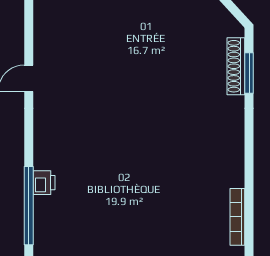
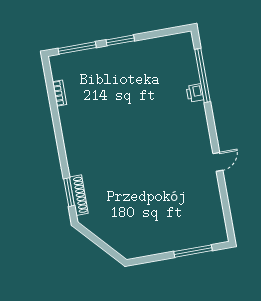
bookcase: (237, 217) -> (60, 93), width x0.64

